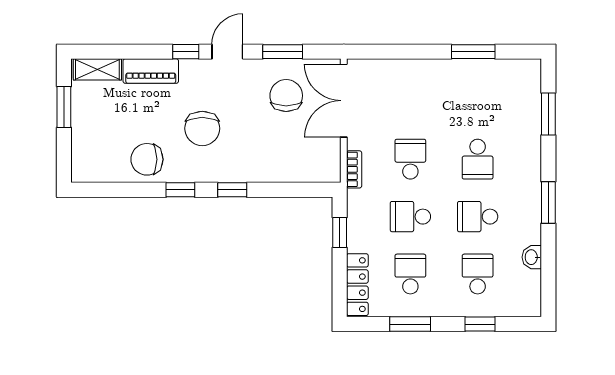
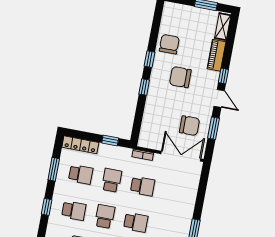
school desk: (478, 159) -> (136, 222), turned 180

